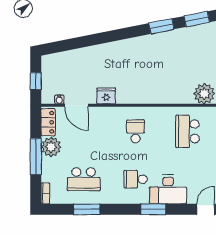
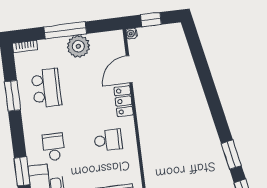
fridge: (106, 96) -> (144, 102), removed
water cooler: (59, 99) -> (132, 34), moved
locker: (48, 122) -> (124, 101), moved, turned 90
school desk: (84, 179) -> (46, 88), turned 180

